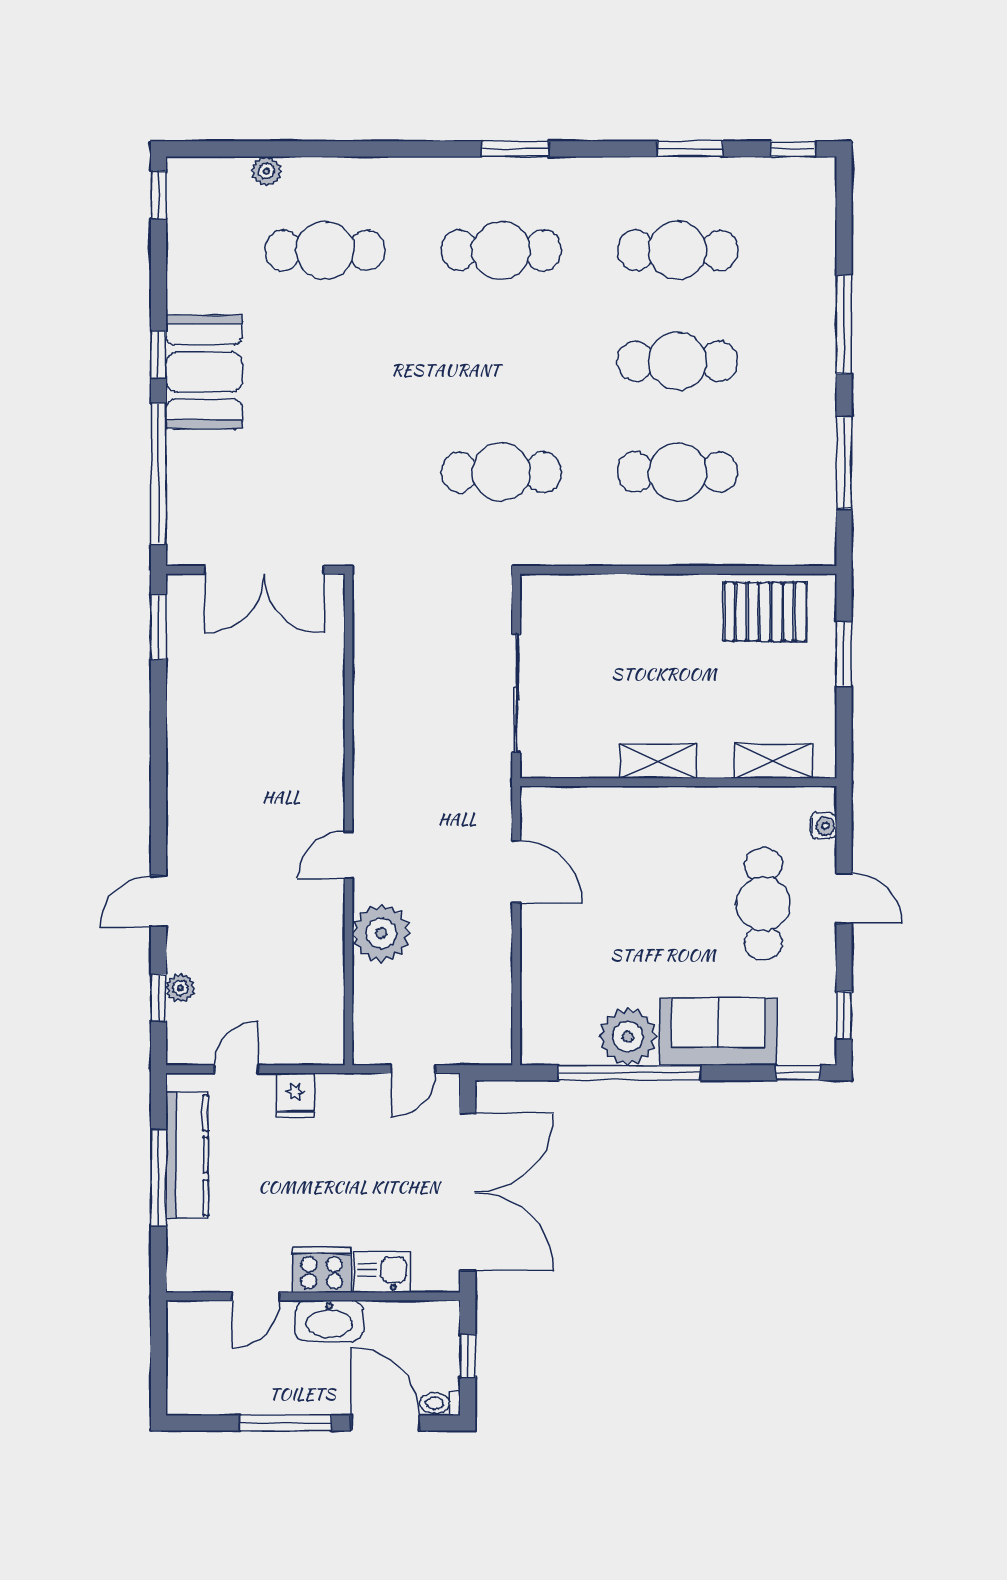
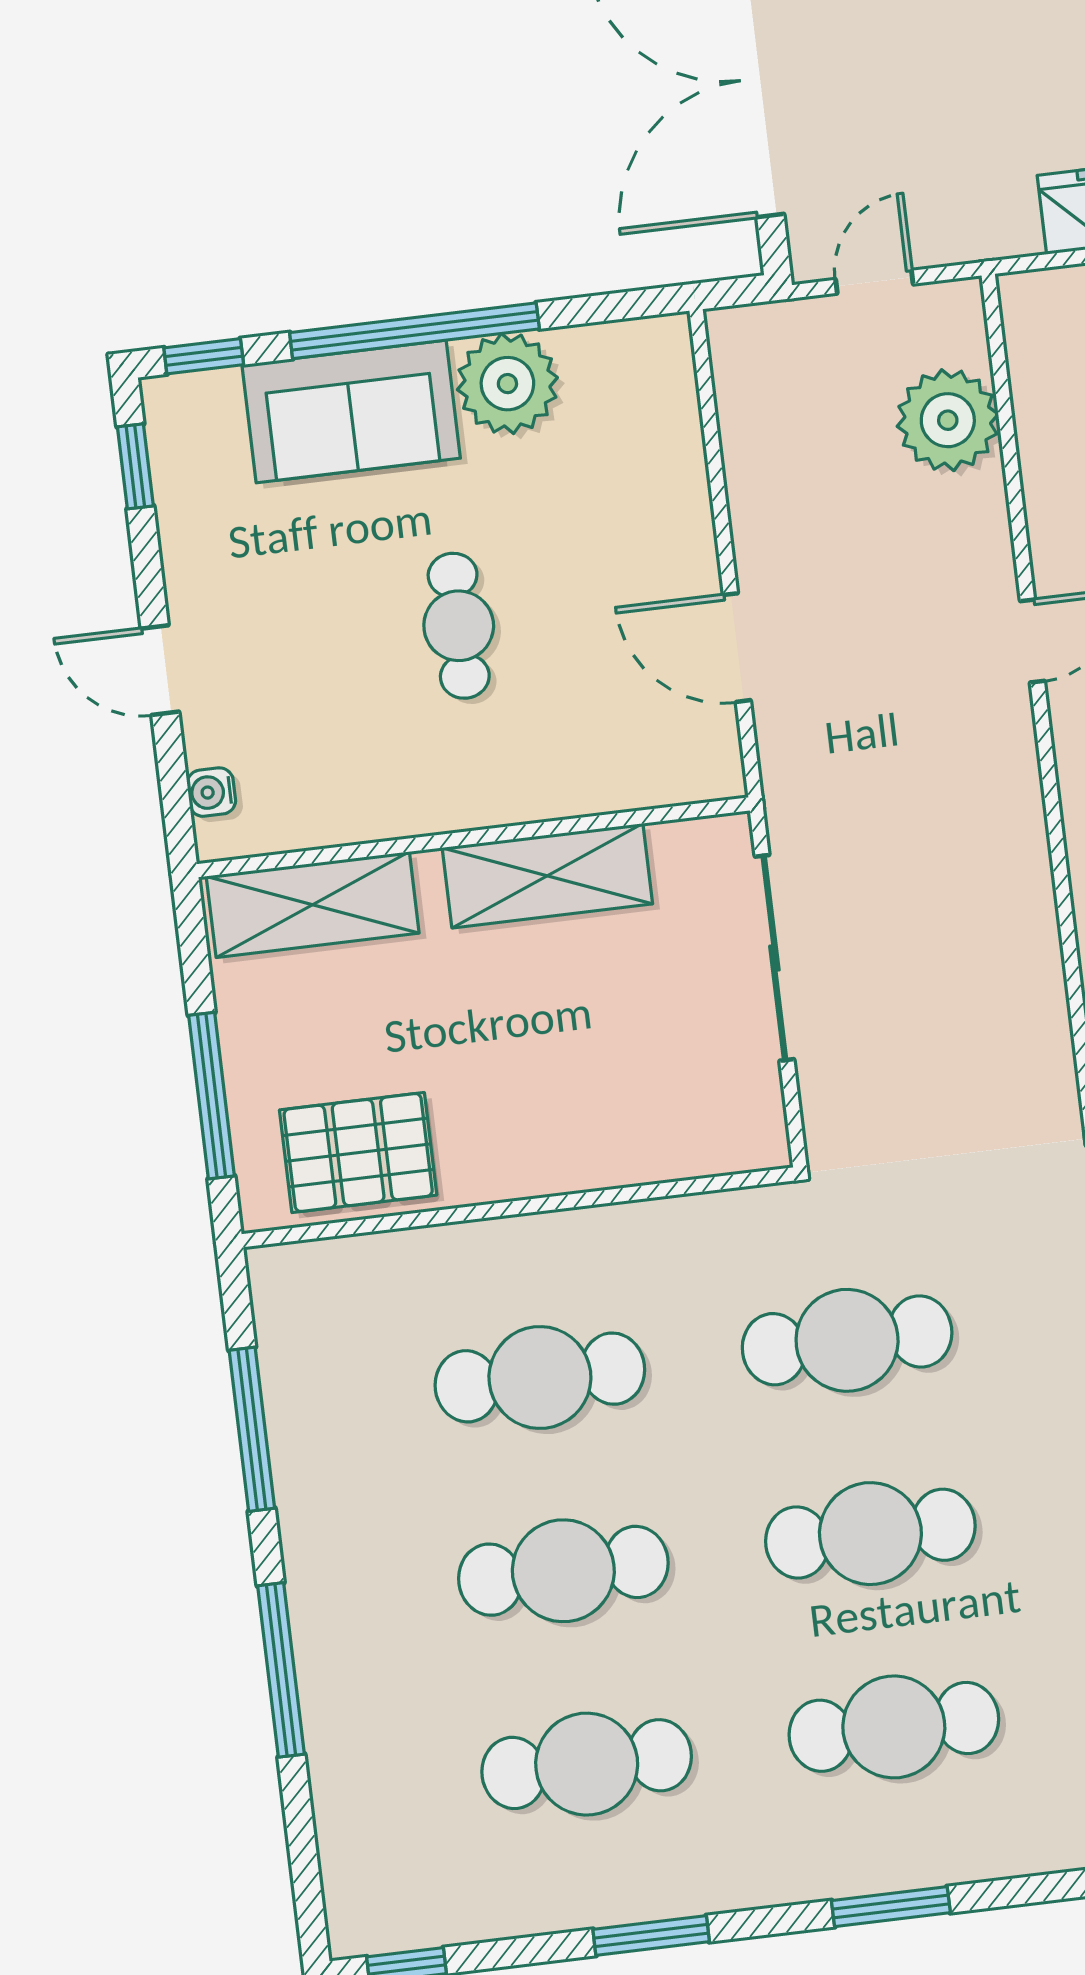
window: (690, 149) -> (651, 1936), moved
cafe table: (501, 361) -> (870, 1534), added
window: (844, 654) -> (212, 1096), width x1.44
shelving: (658, 761) -> (547, 876), width x1.50, depth x1.33
shelving: (774, 761) -> (313, 905), width x1.50, depth x1.33
cafe table: (763, 904) -> (459, 626), moved, width x0.73, depth x0.74
plant: (381, 933) -> (948, 420), moved
window: (629, 1073) -> (414, 331), moved

